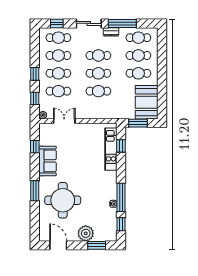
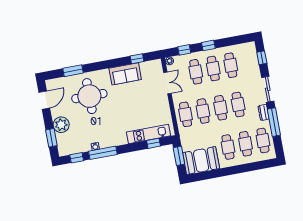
cafe table: (58, 38) -> (186, 114), moved
window: (35, 191) -> (73, 71), moved

